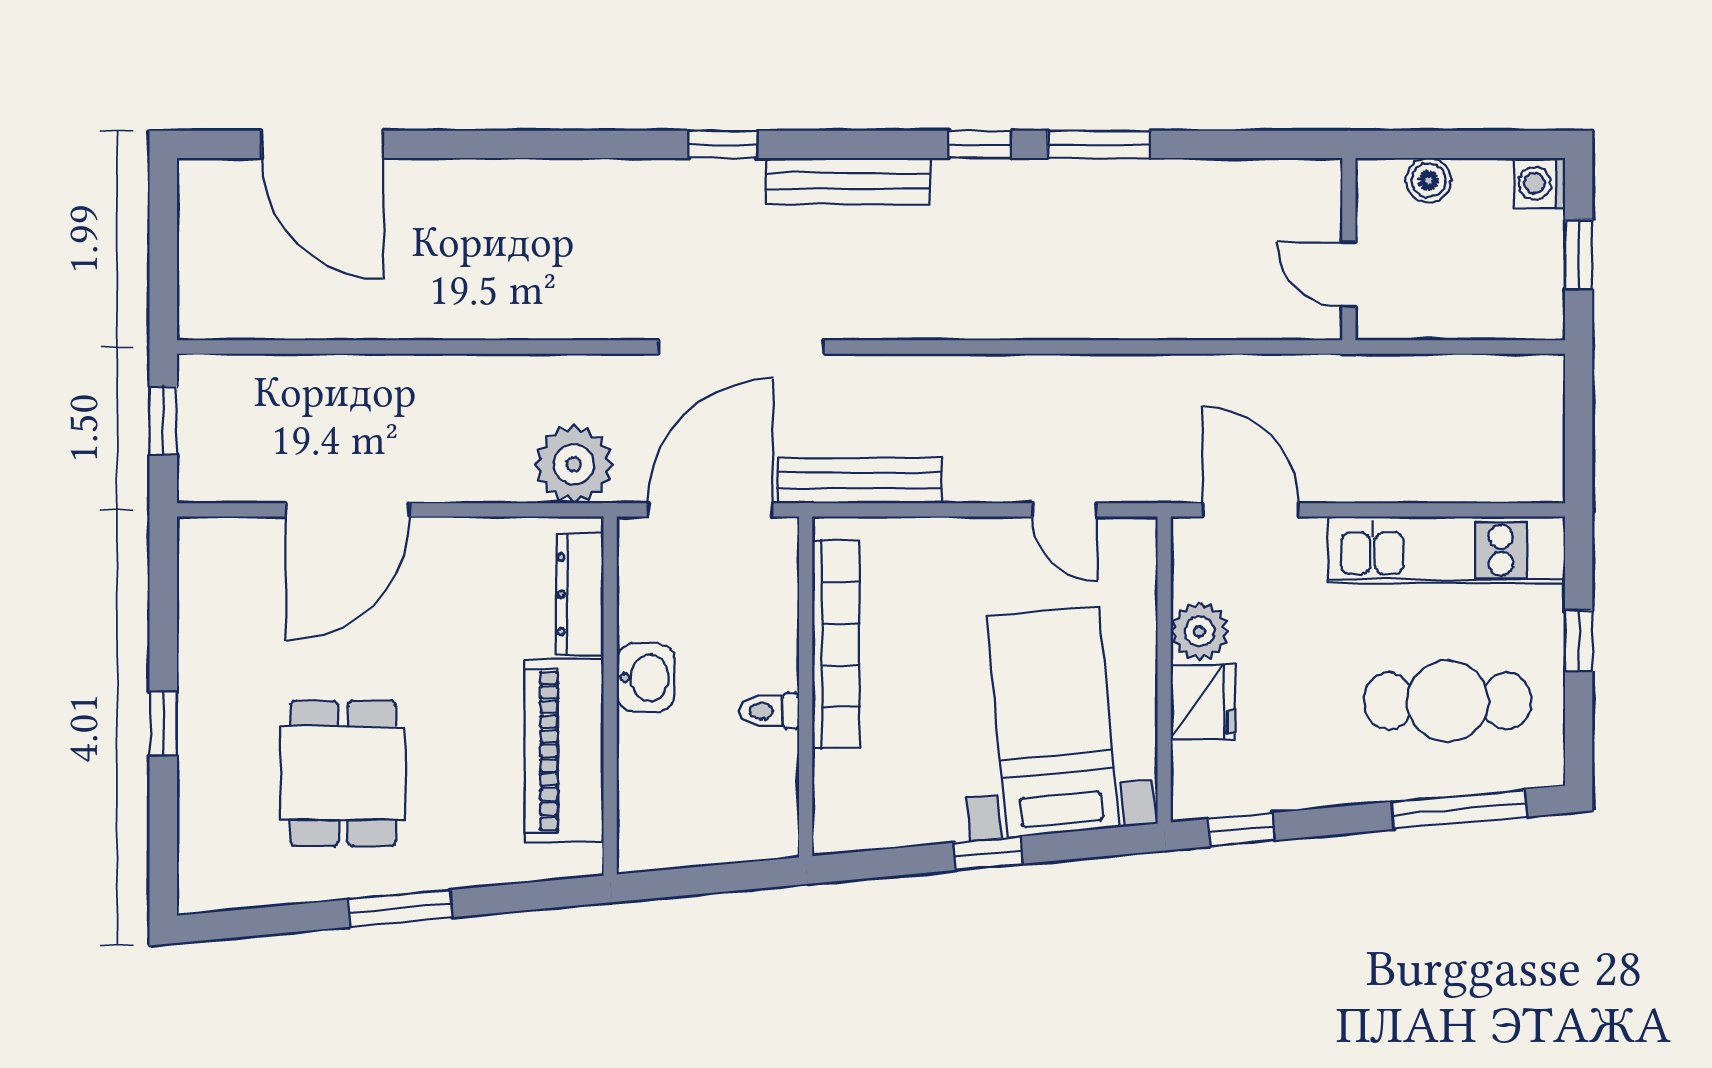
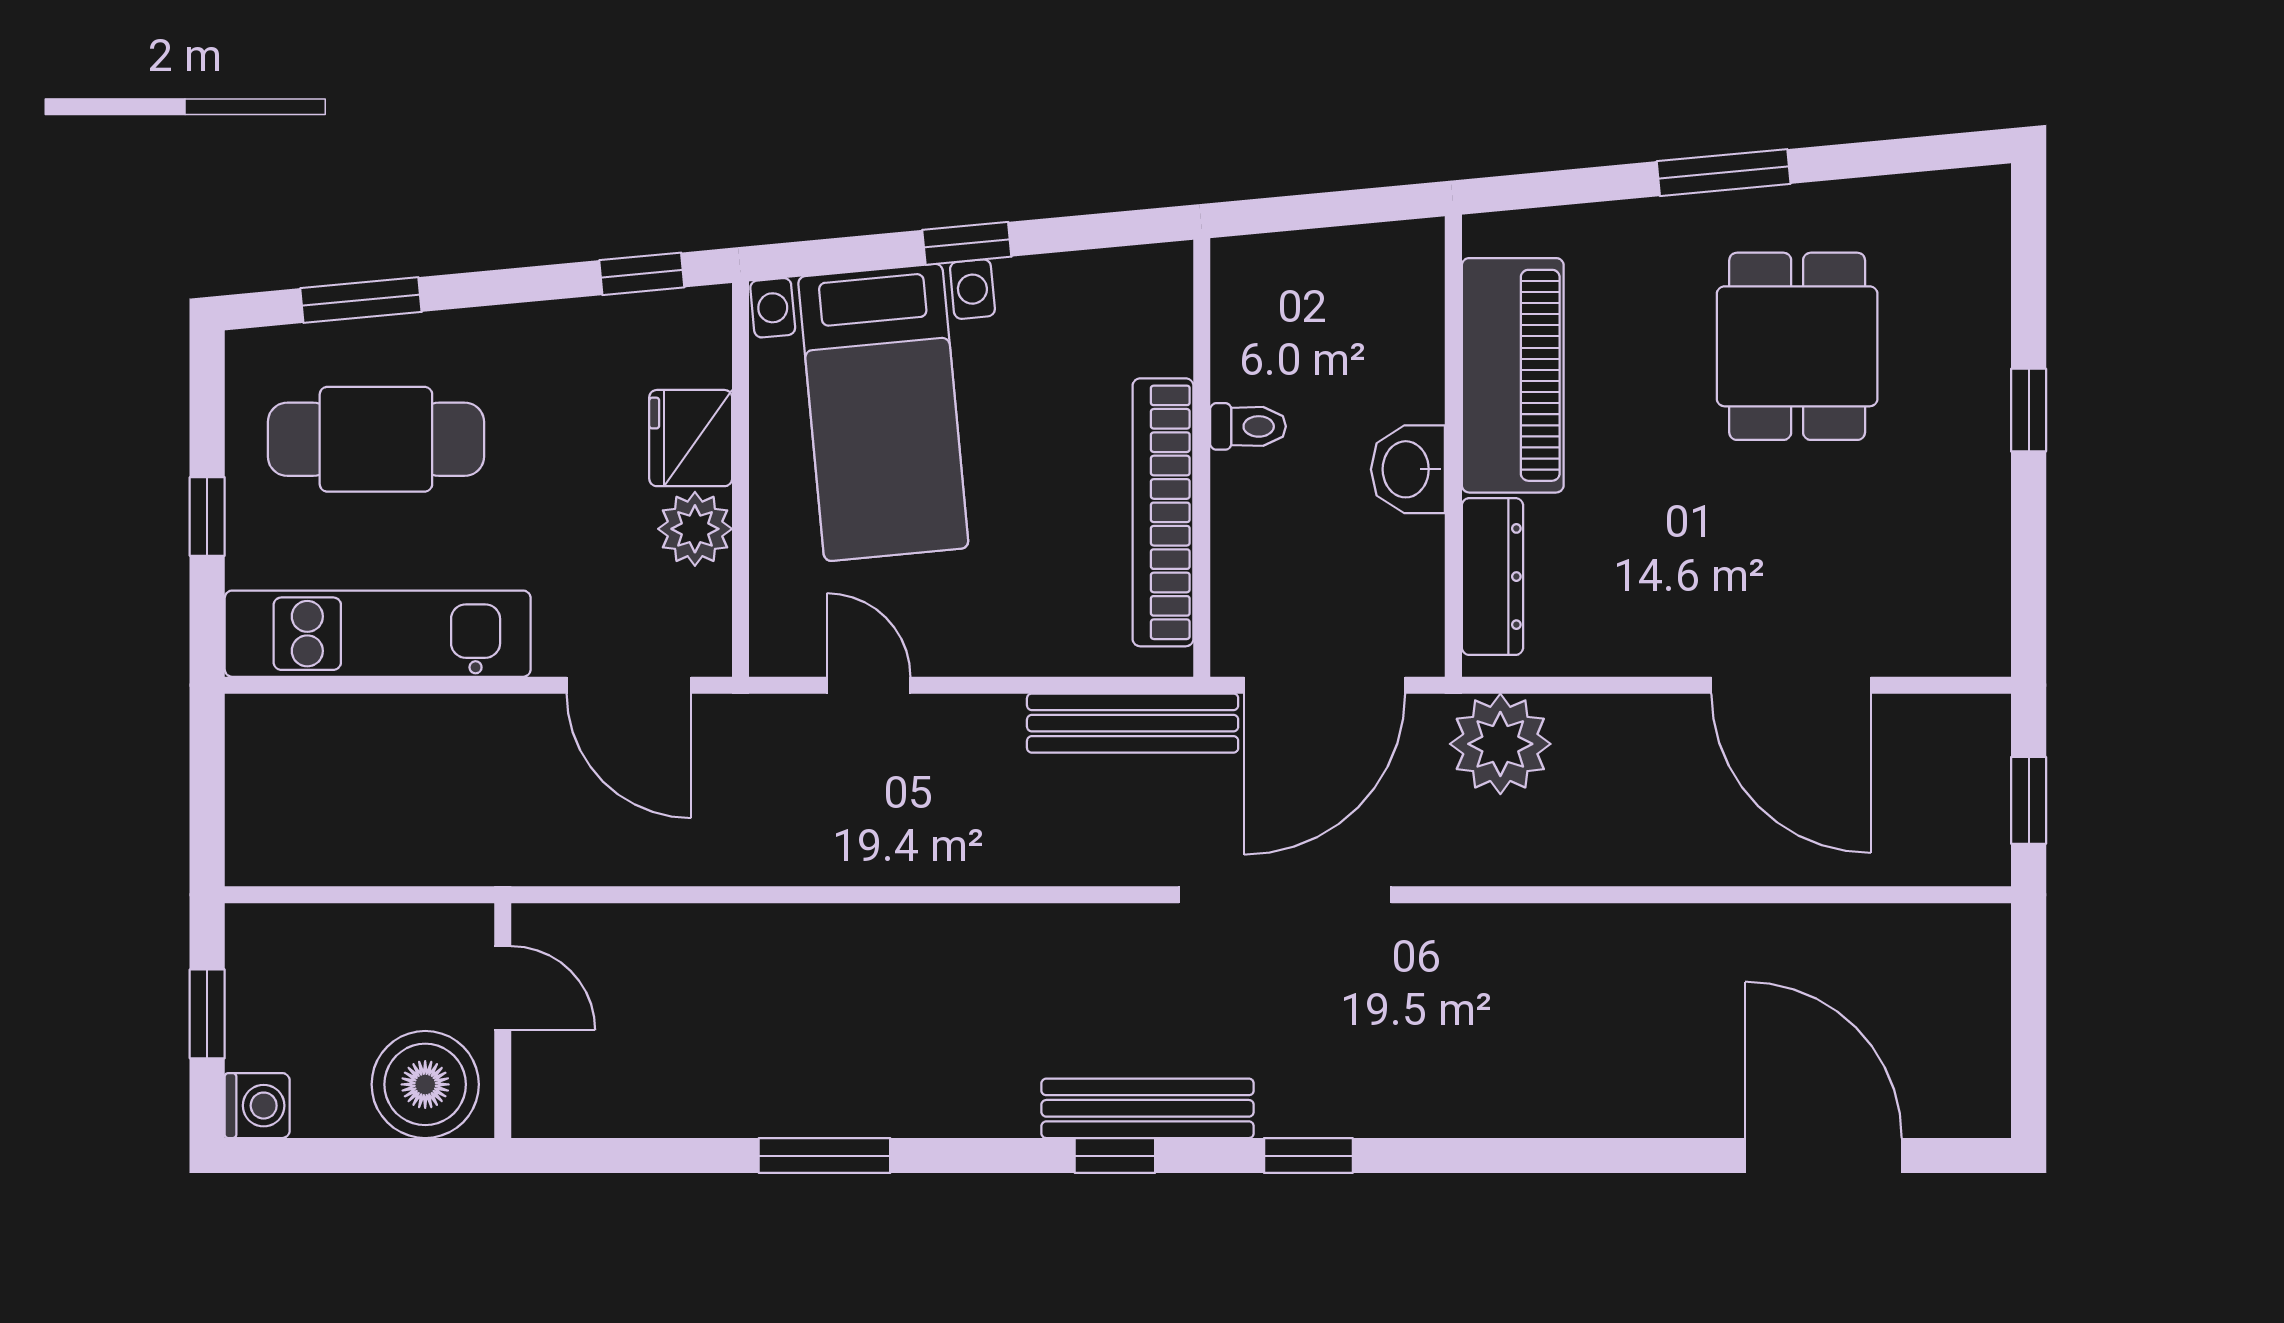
window: (980, 144) -> (1115, 1156), moved
boiler: (1429, 180) -> (425, 1084), width x1.86, depth x1.86
door: (348, 510) -> (1791, 685), swing flipped
window: (1459, 809) -> (361, 300), width x0.69

